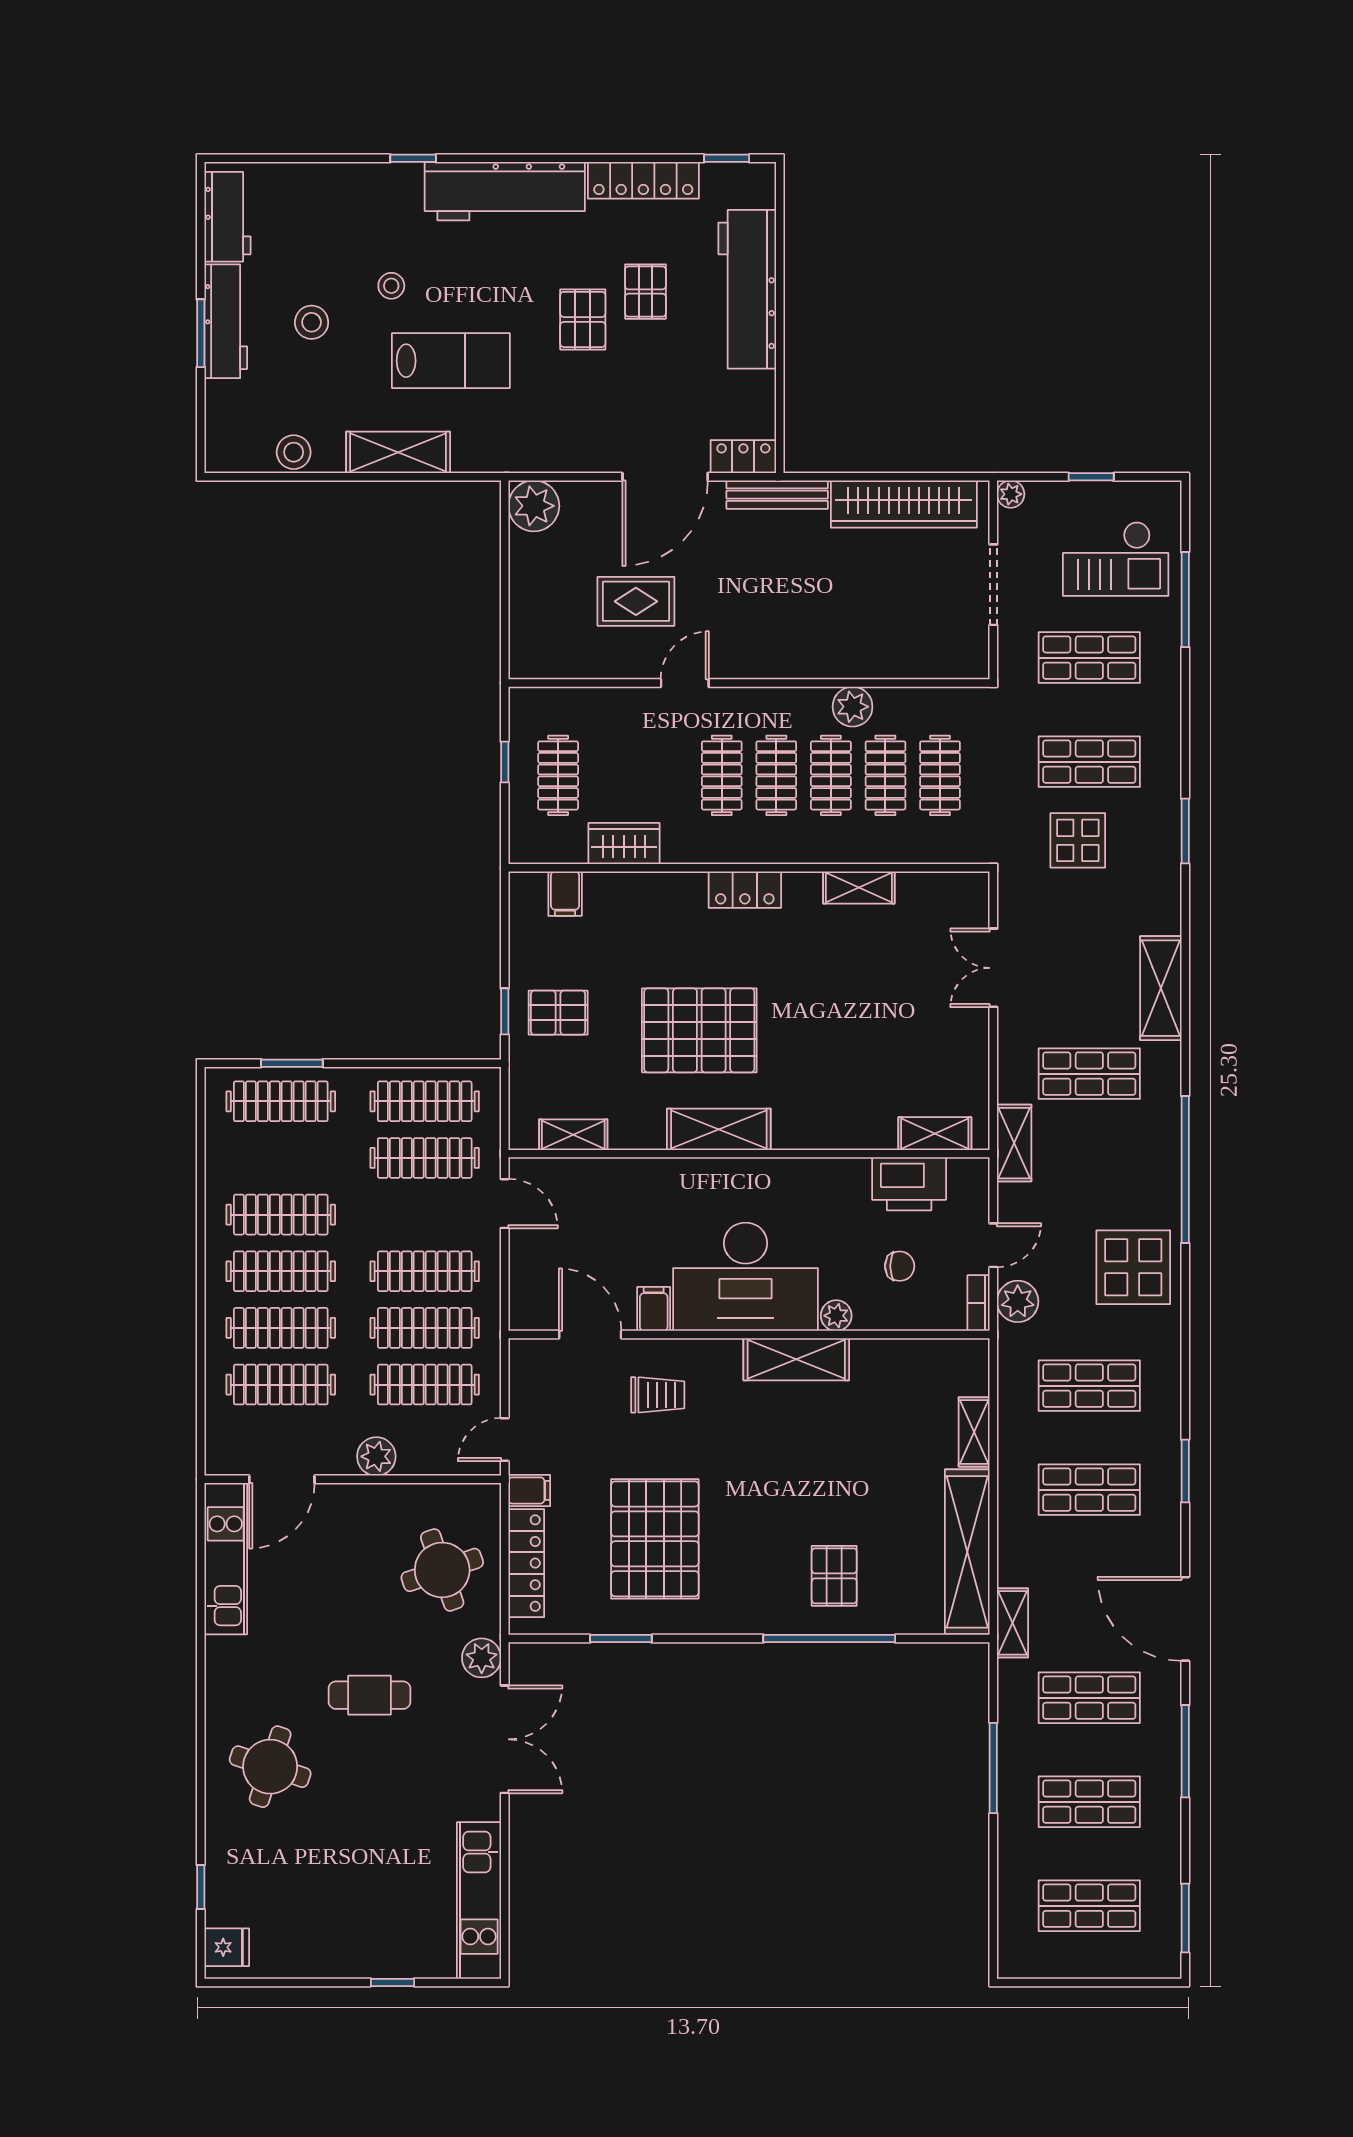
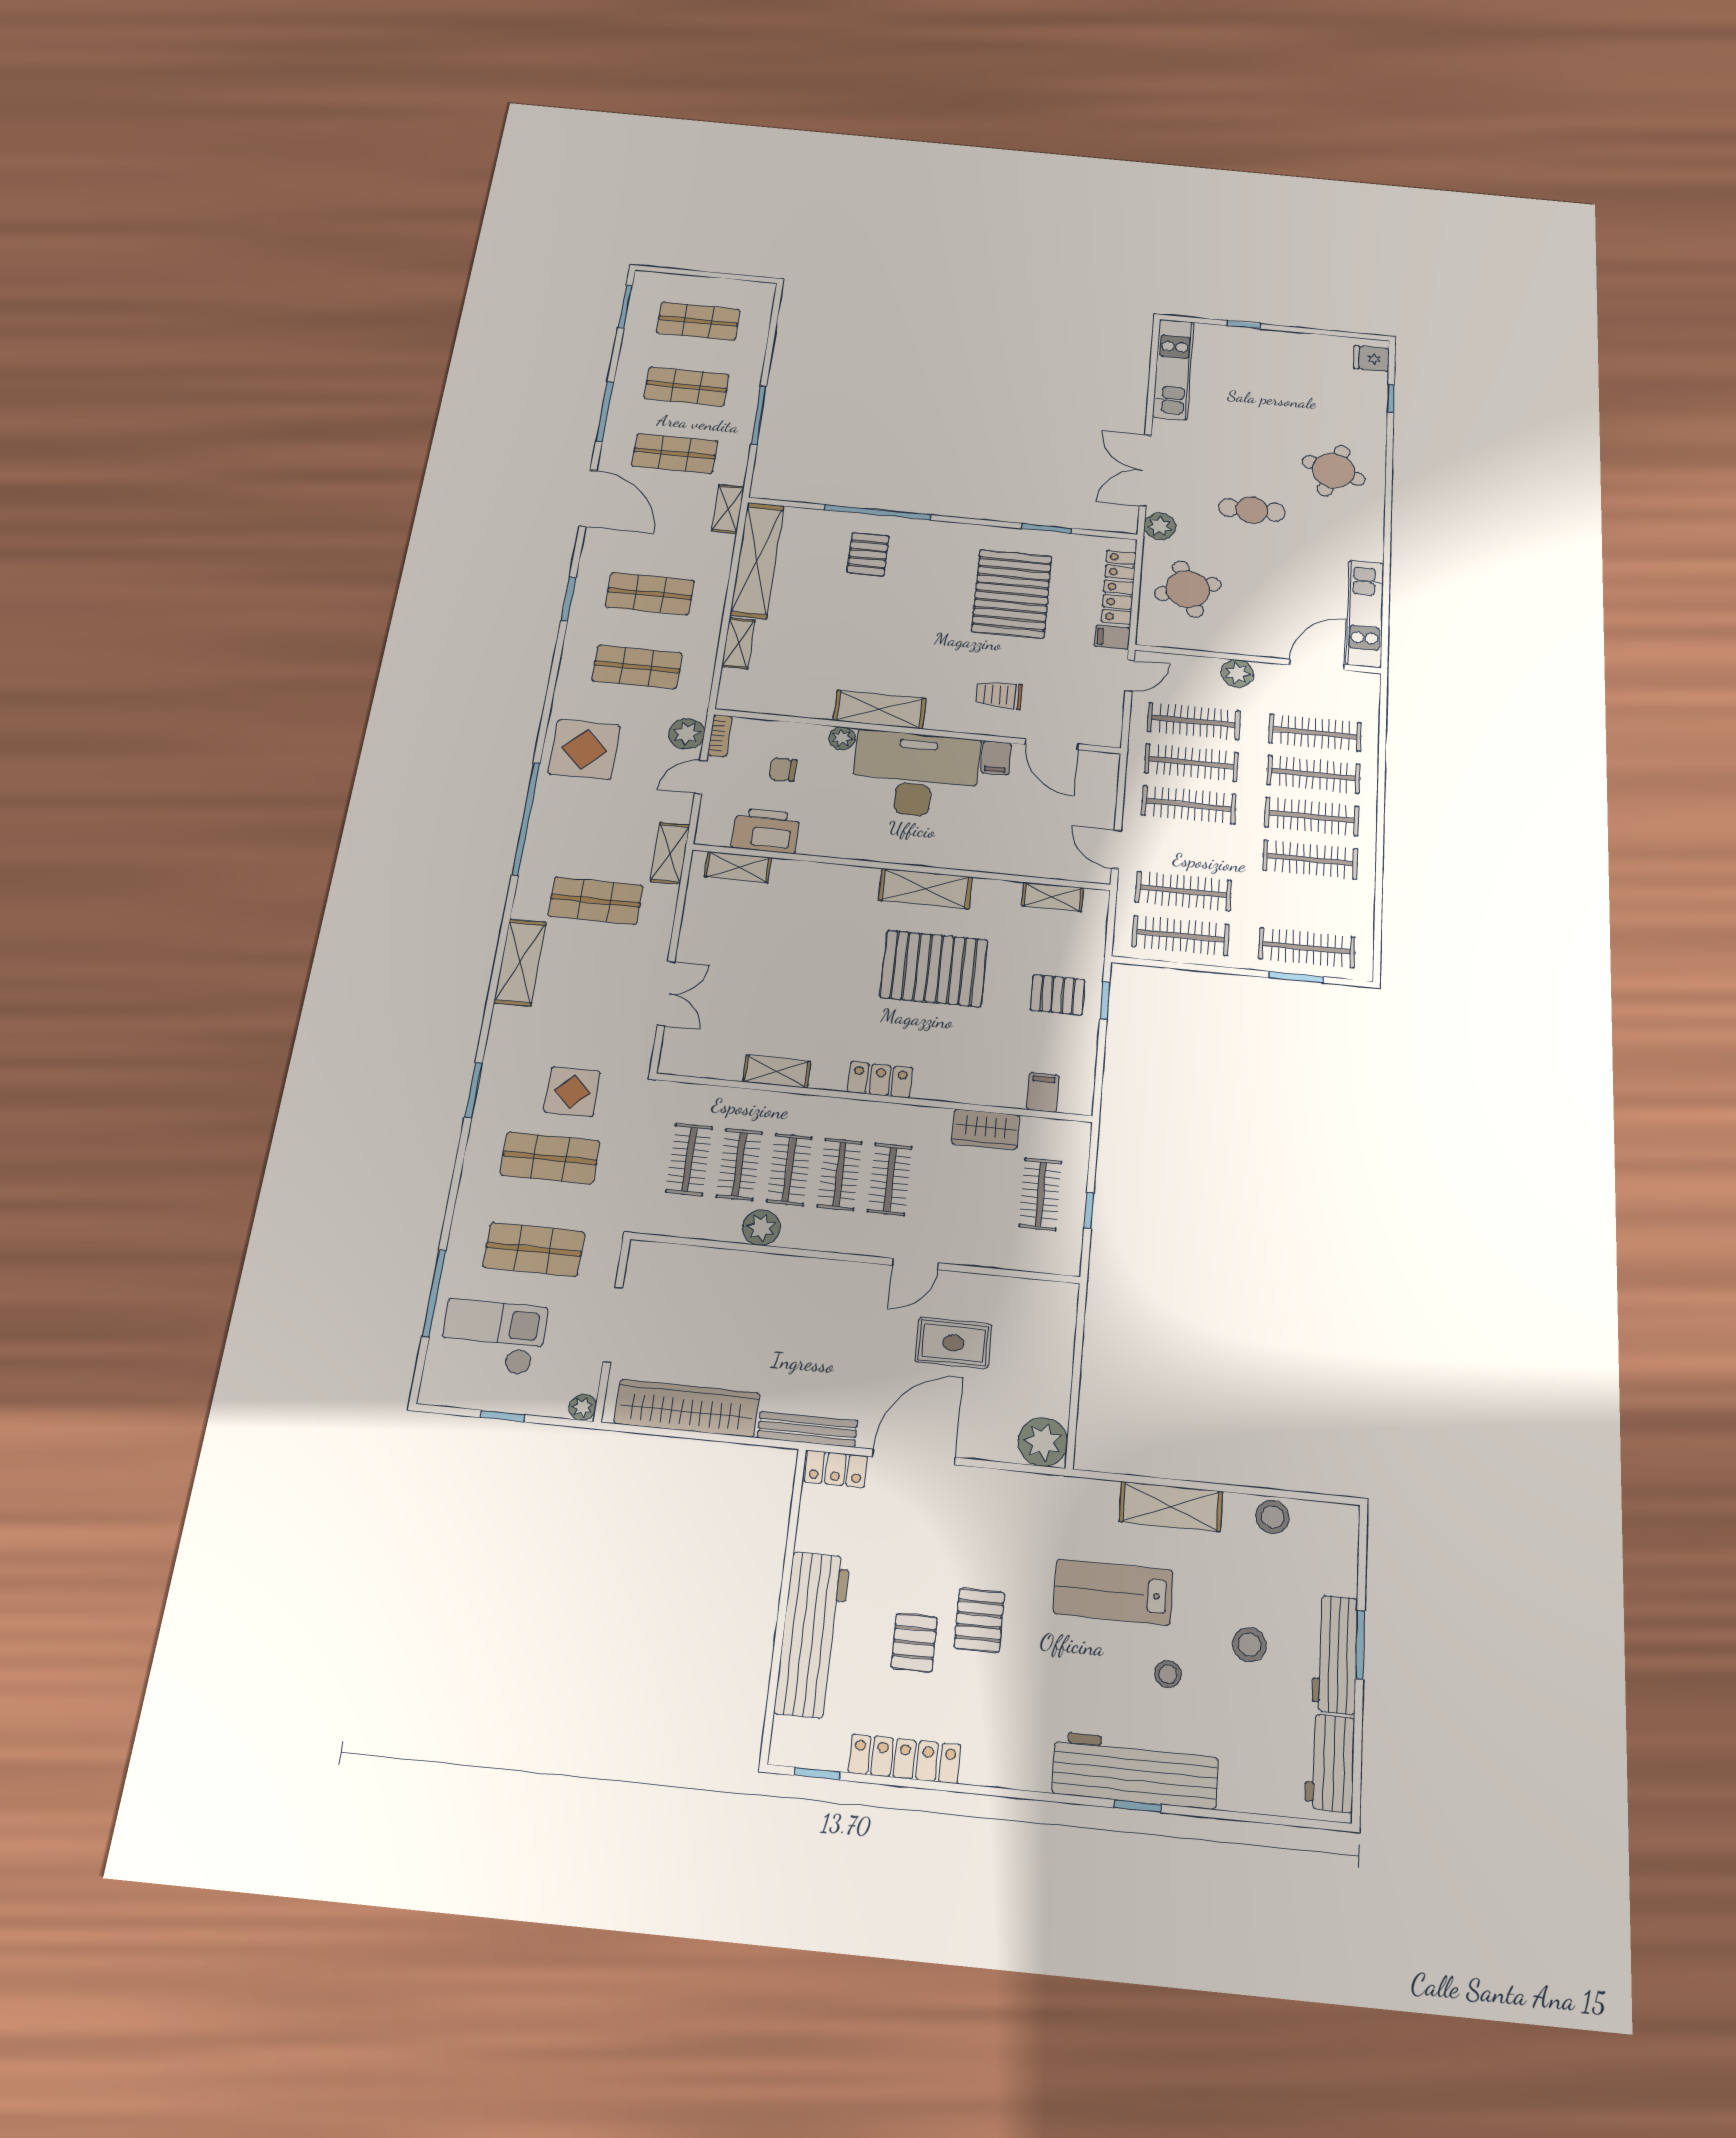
workbench: (505, 191) -> (1135, 1770), moved

